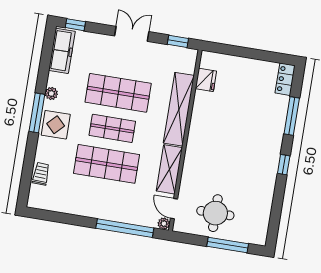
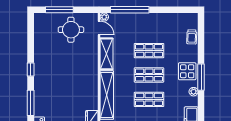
shop shelf: (118, 93) -> (149, 99), width x0.70, depth x0.74
shop shelf: (107, 164) -> (149, 51), width x0.70, depth x0.74

